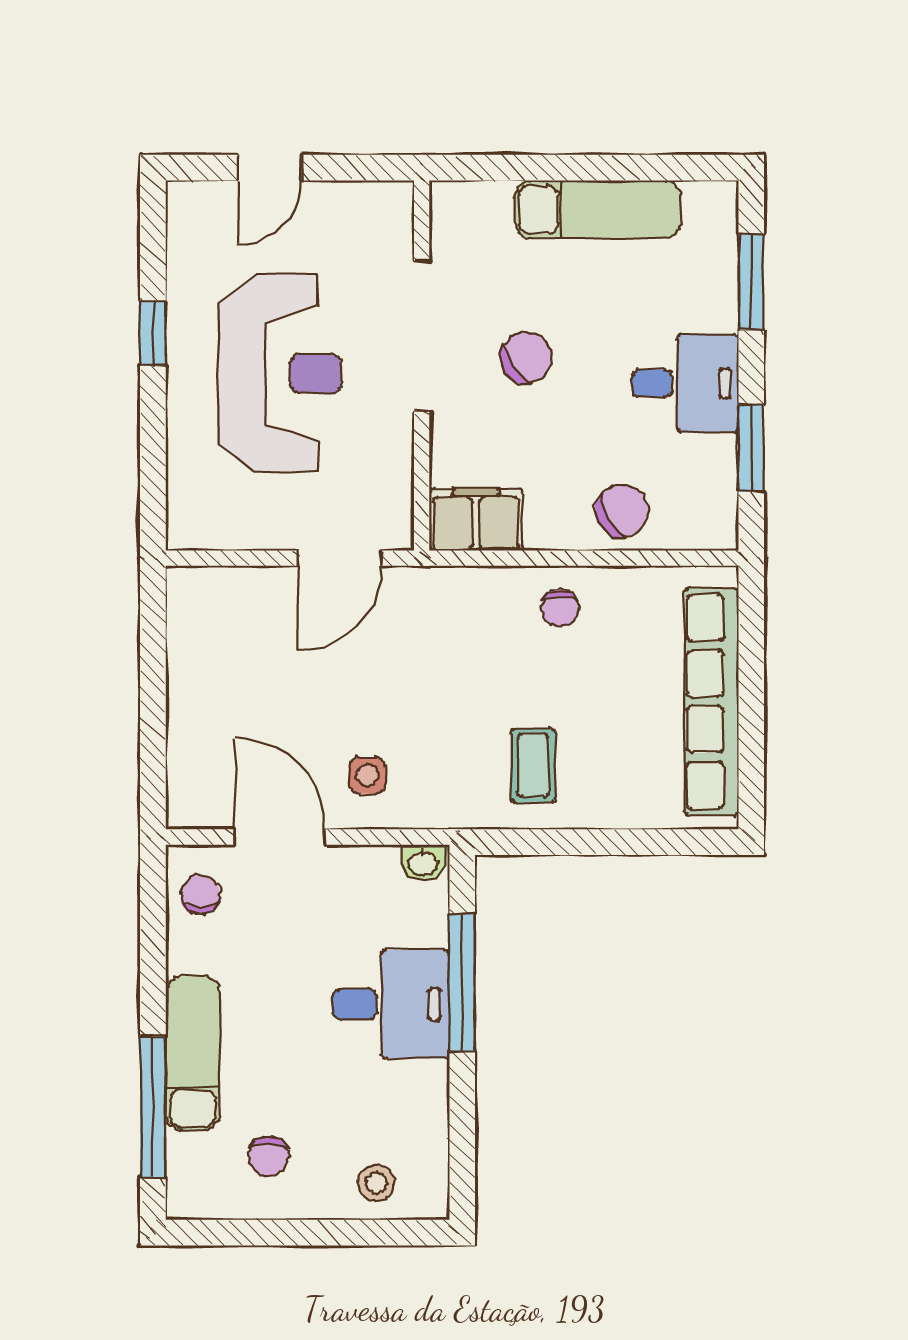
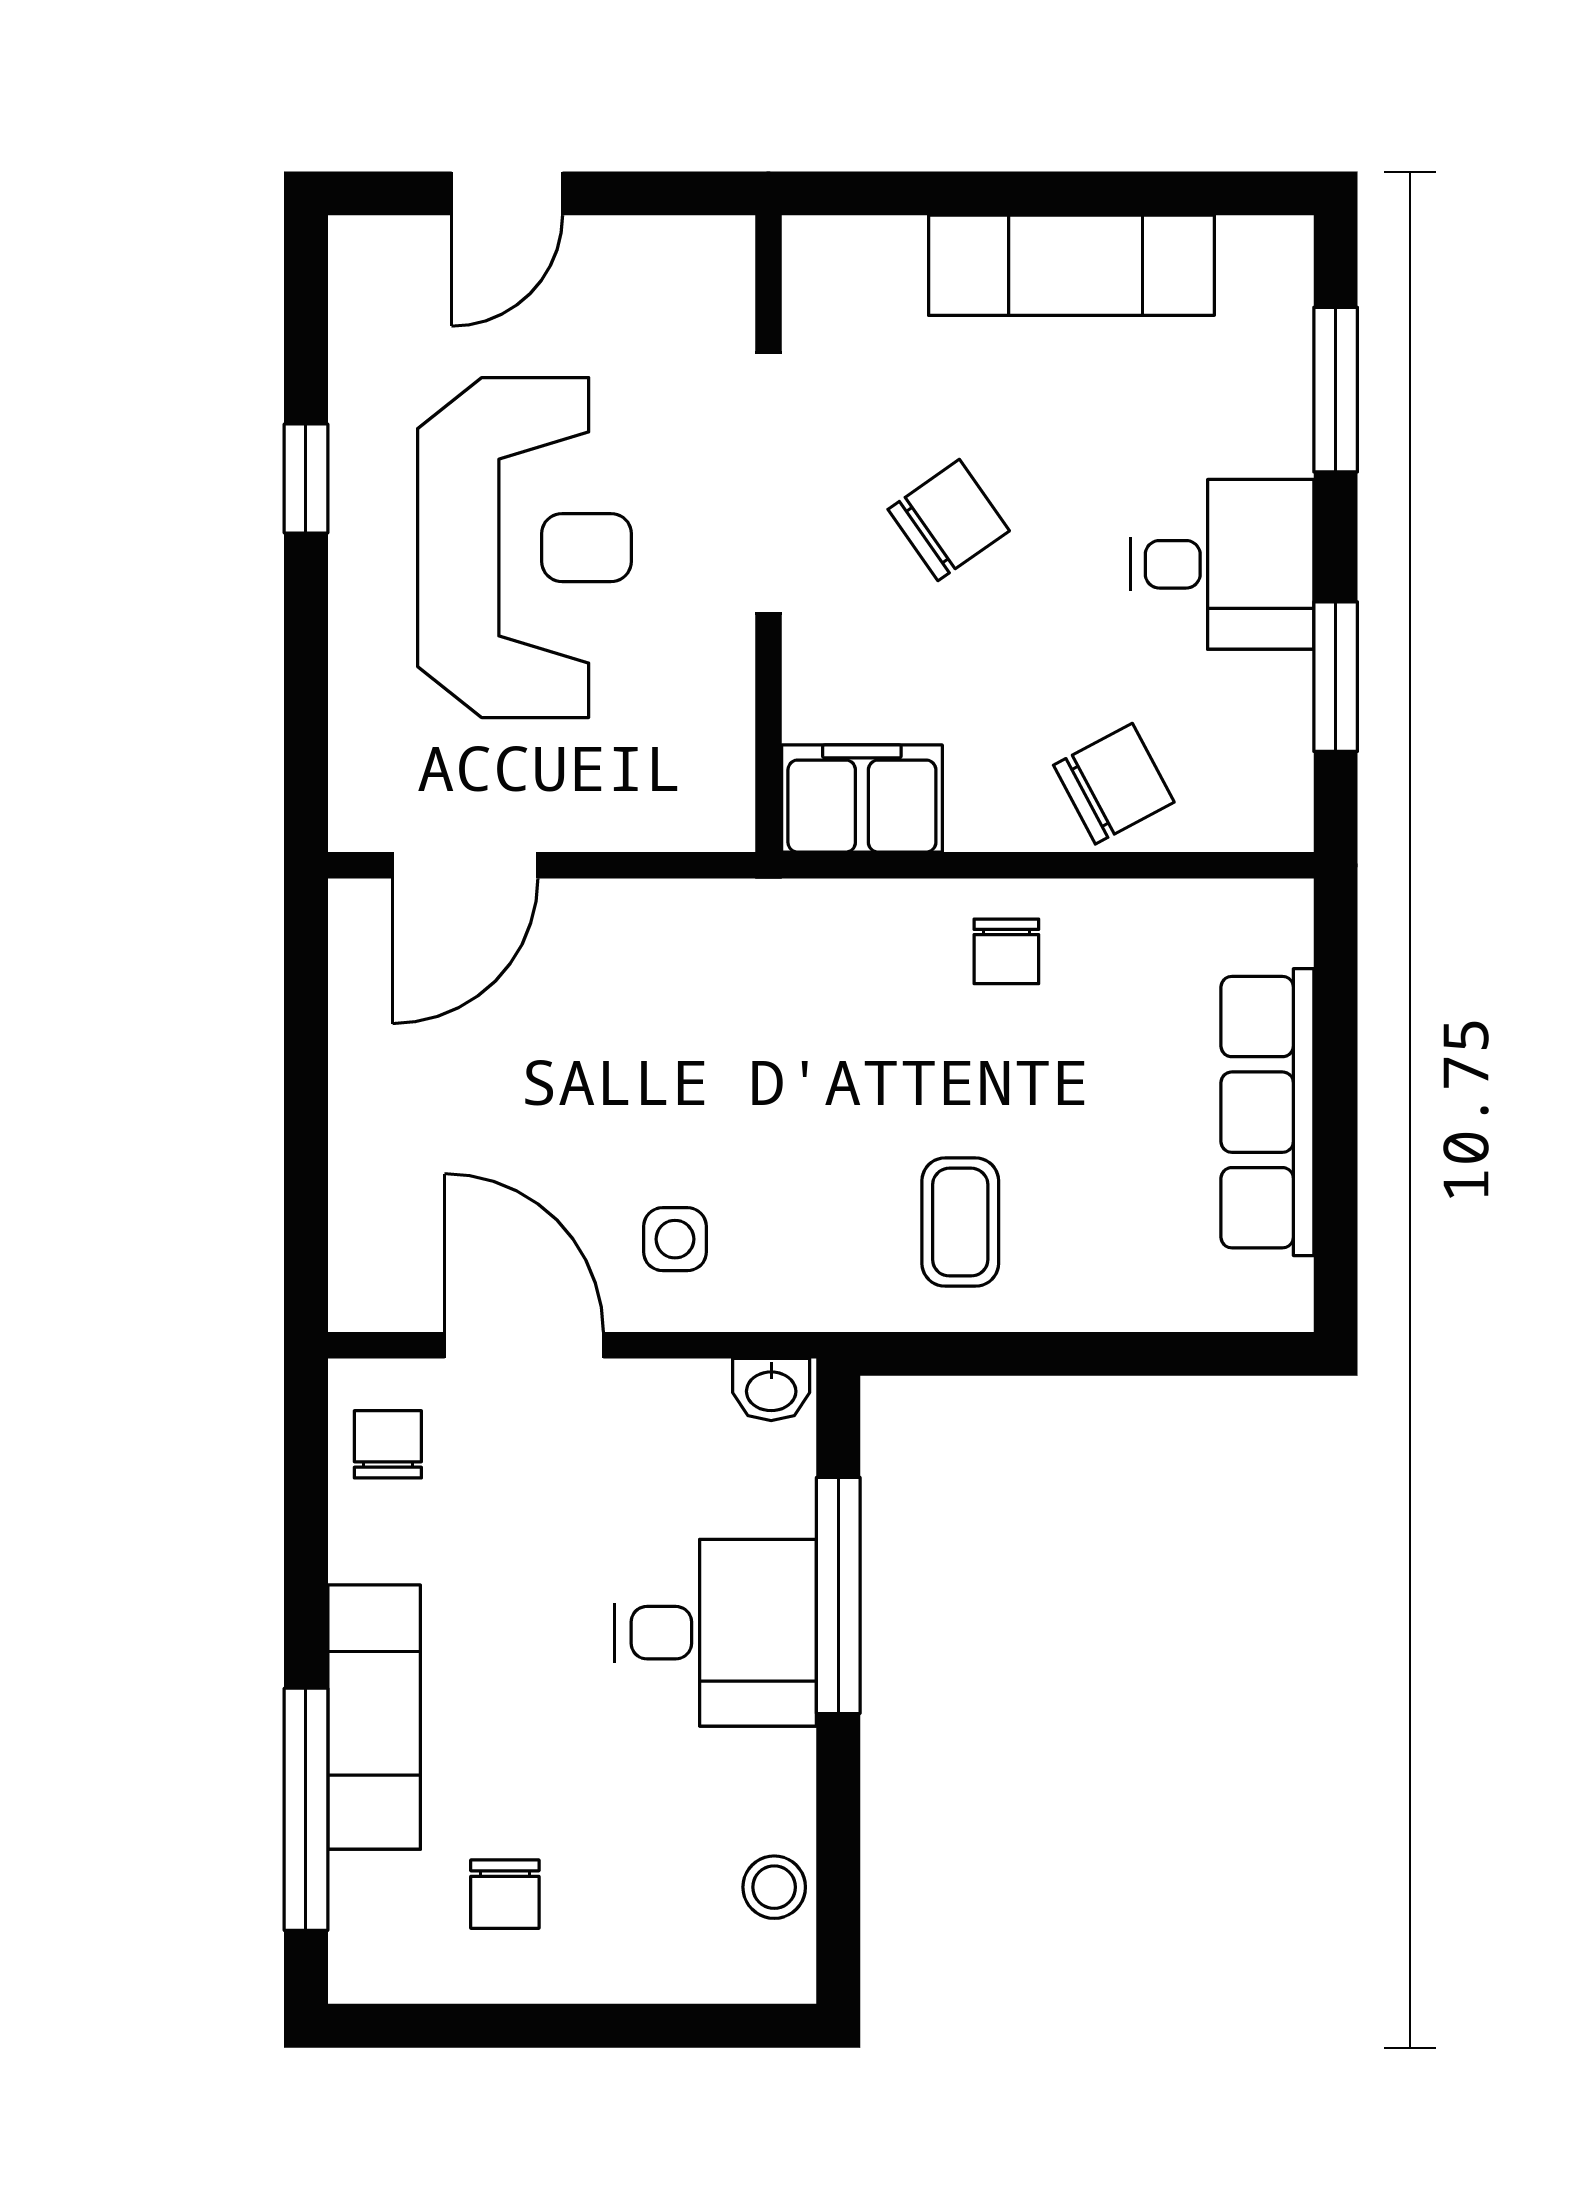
door: (340, 558) -> (465, 865), moved
row of seats: (712, 702) -> (1267, 1112), width x0.73
stool: (376, 1183) -> (774, 1887), moved

